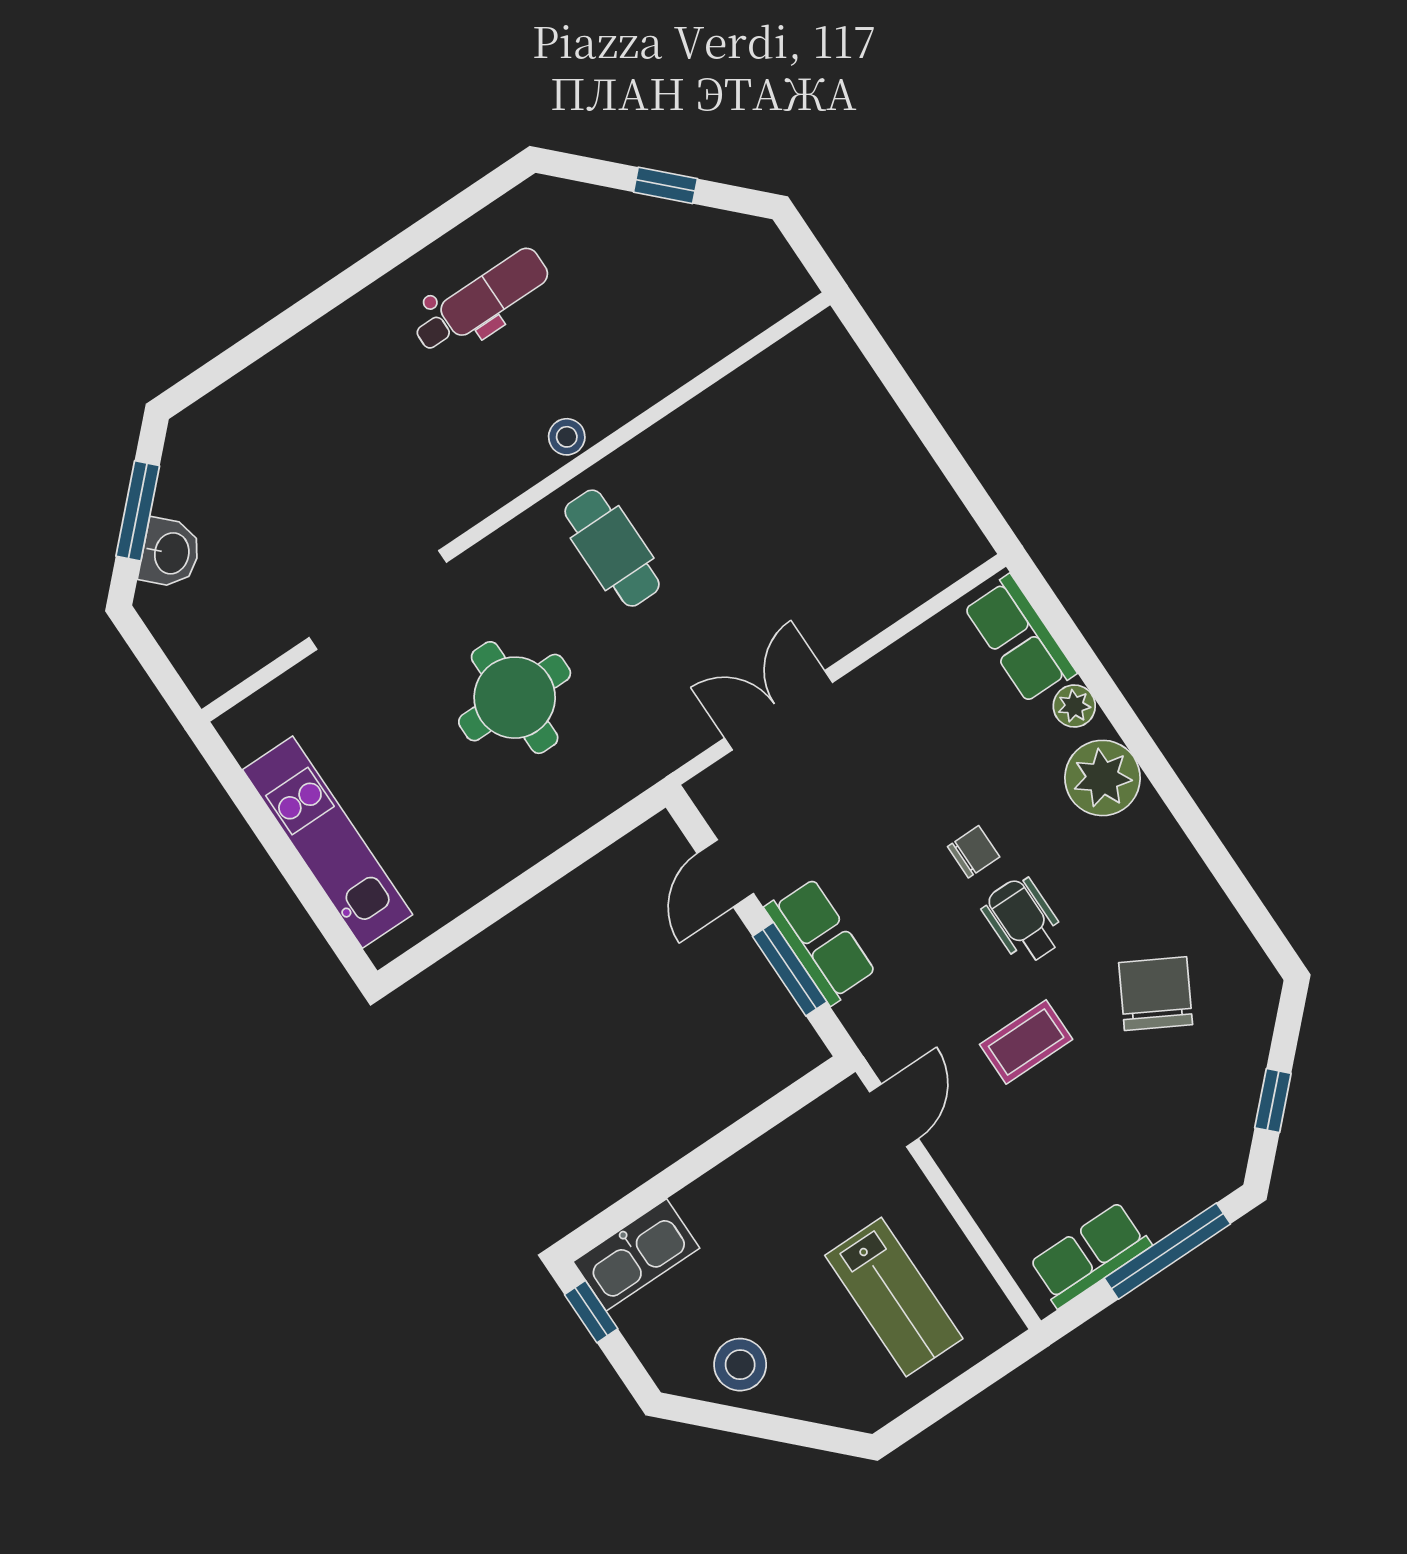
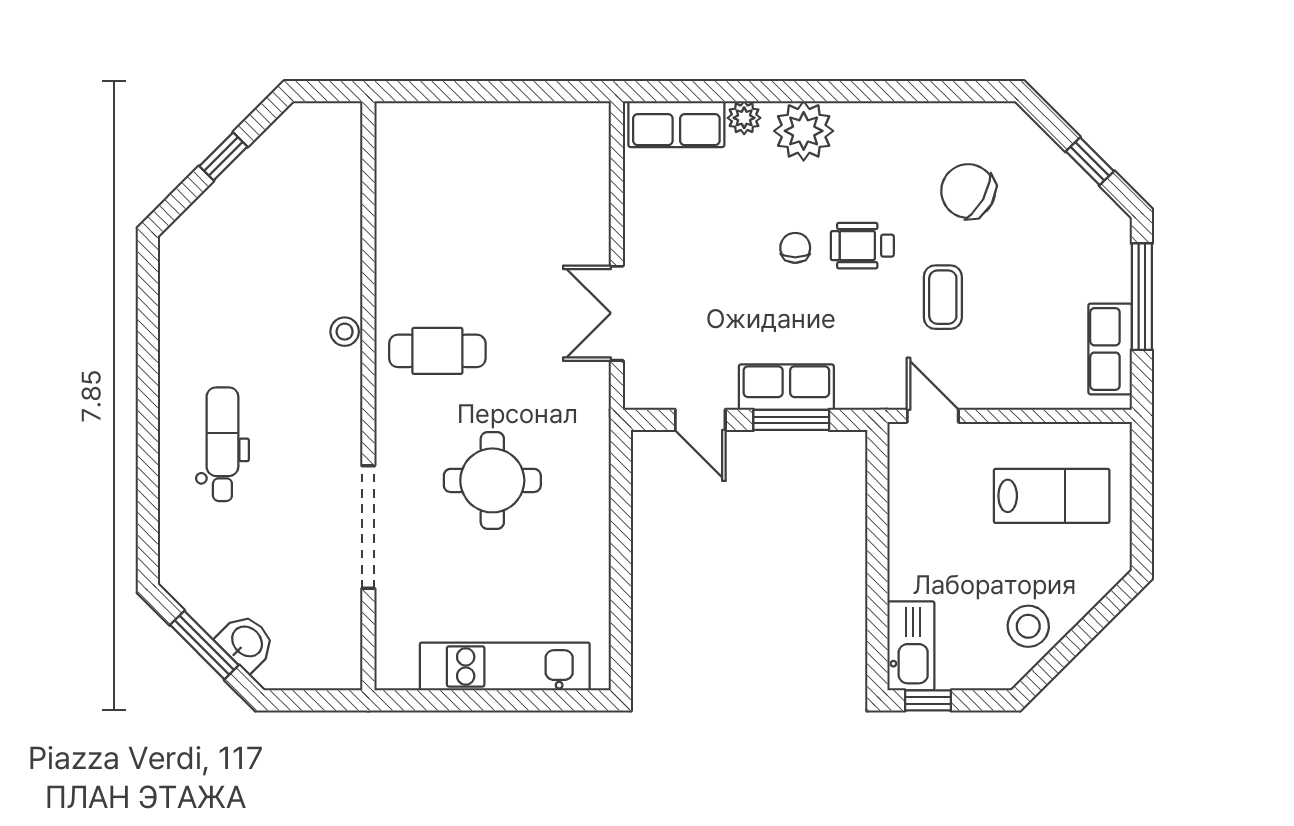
dental chair: (481, 301) -> (222, 444), moved

